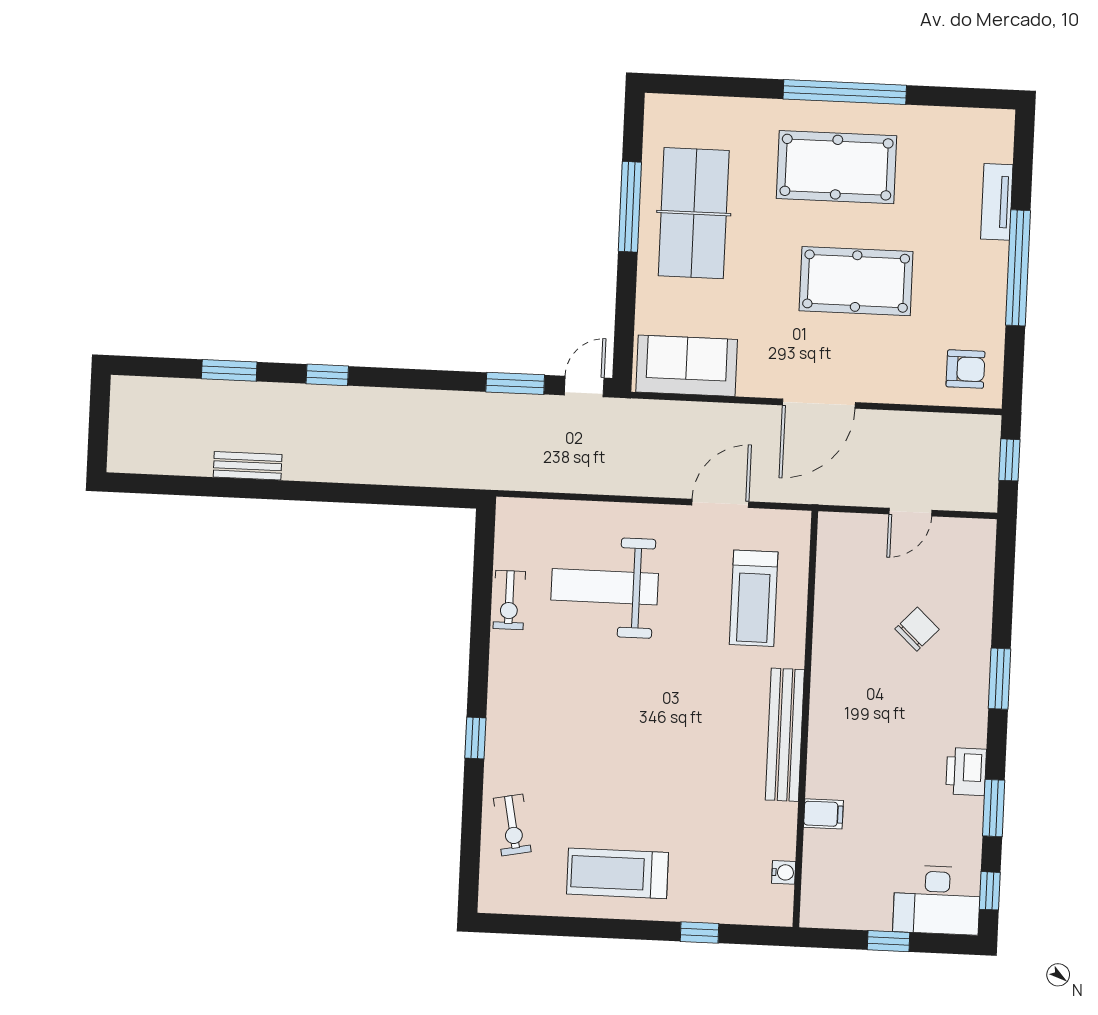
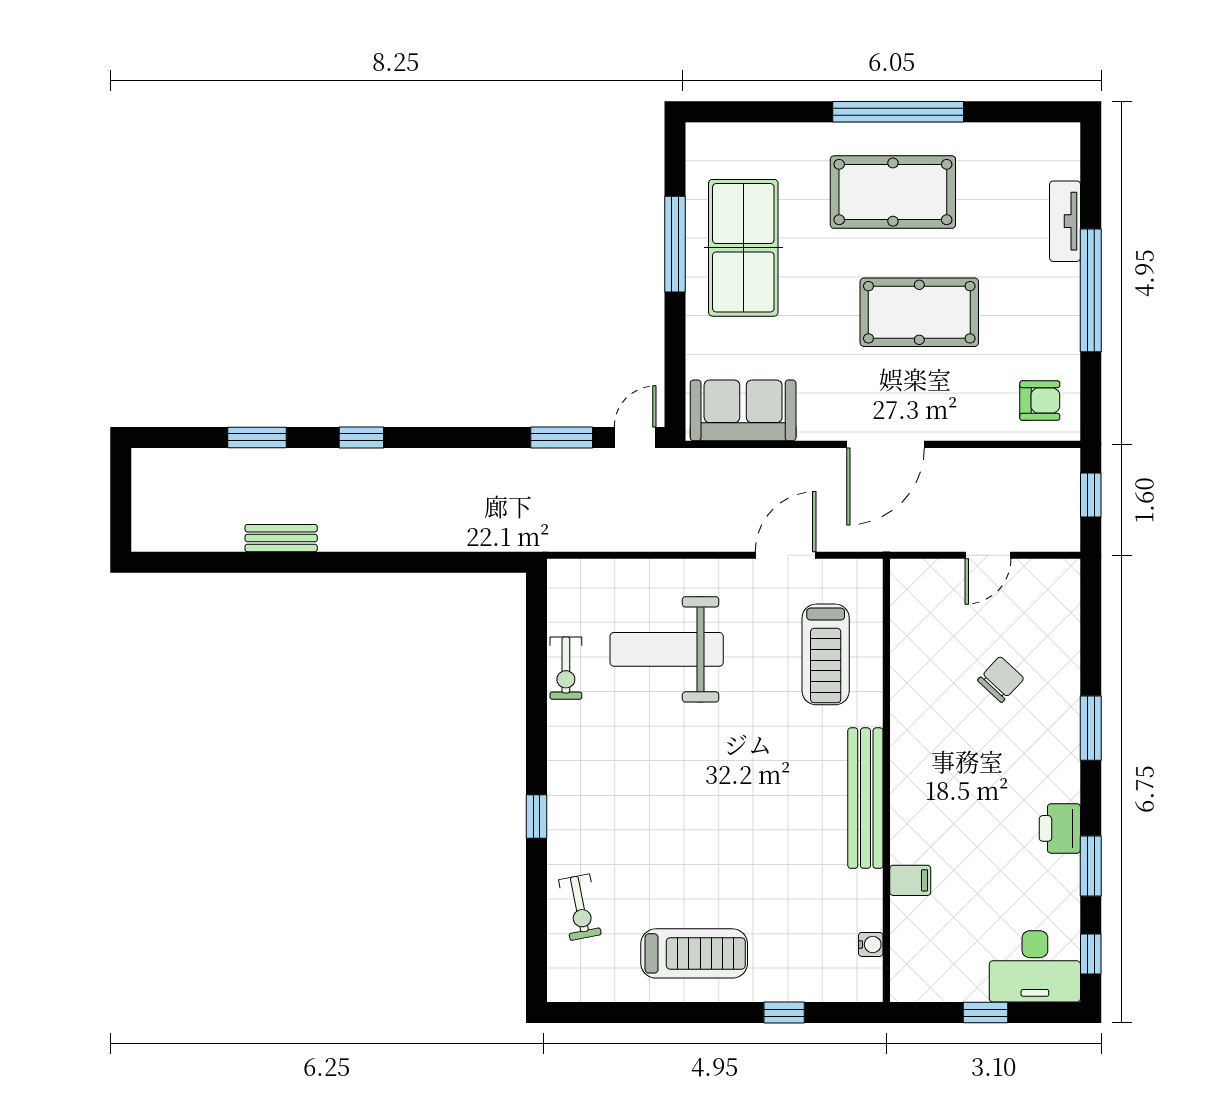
treadmill: (617, 873) -> (694, 953), turned 180

